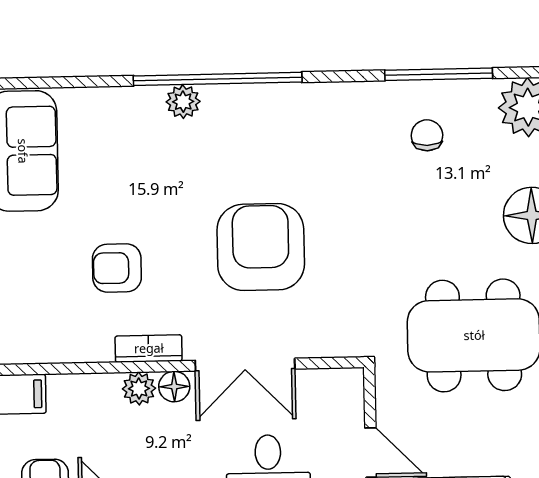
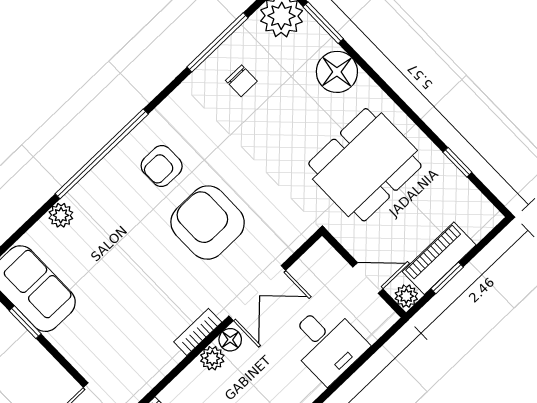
plant: (183, 102) -> (61, 215), moved
chair: (427, 135) -> (241, 81), turned 180
armchair: (117, 268) -> (162, 166), moved

